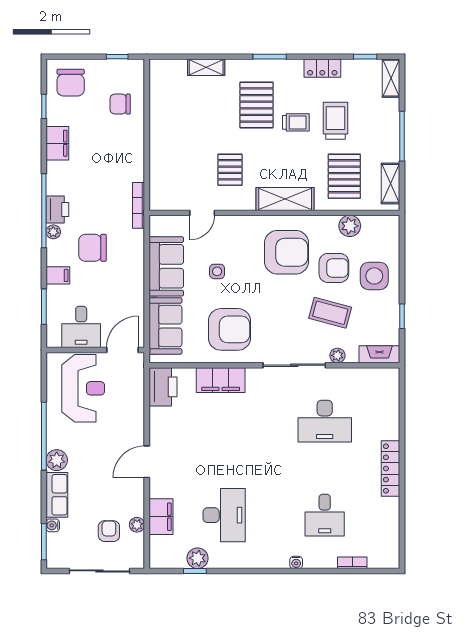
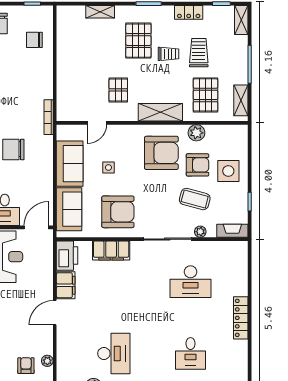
plant: (350, 226) -> (196, 133), moved
filing cabinet: (161, 517) -> (66, 285), moved

